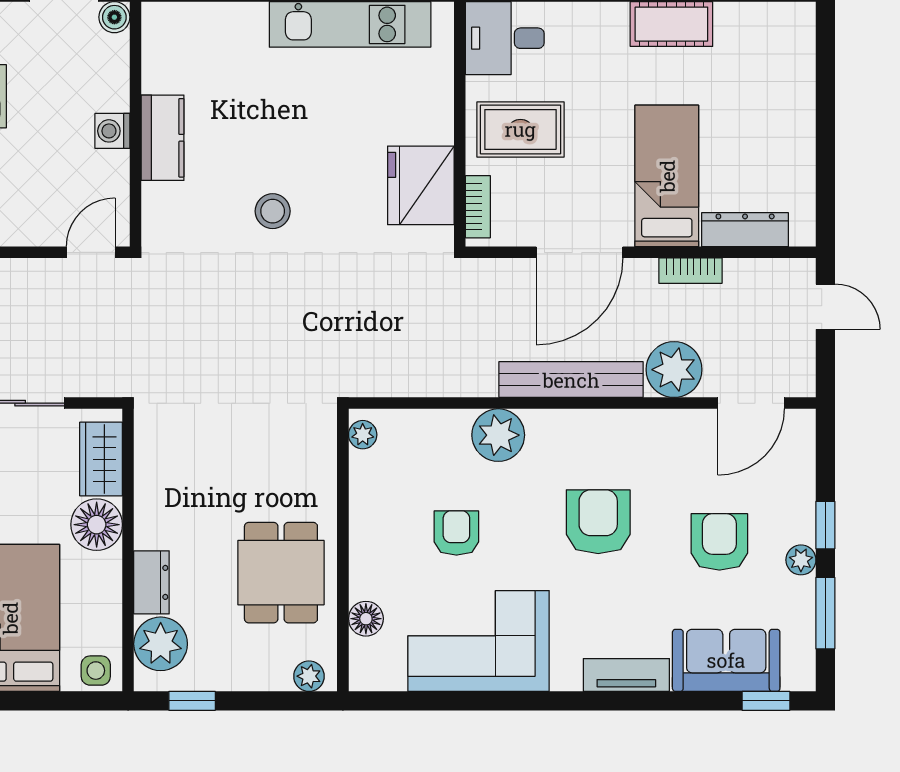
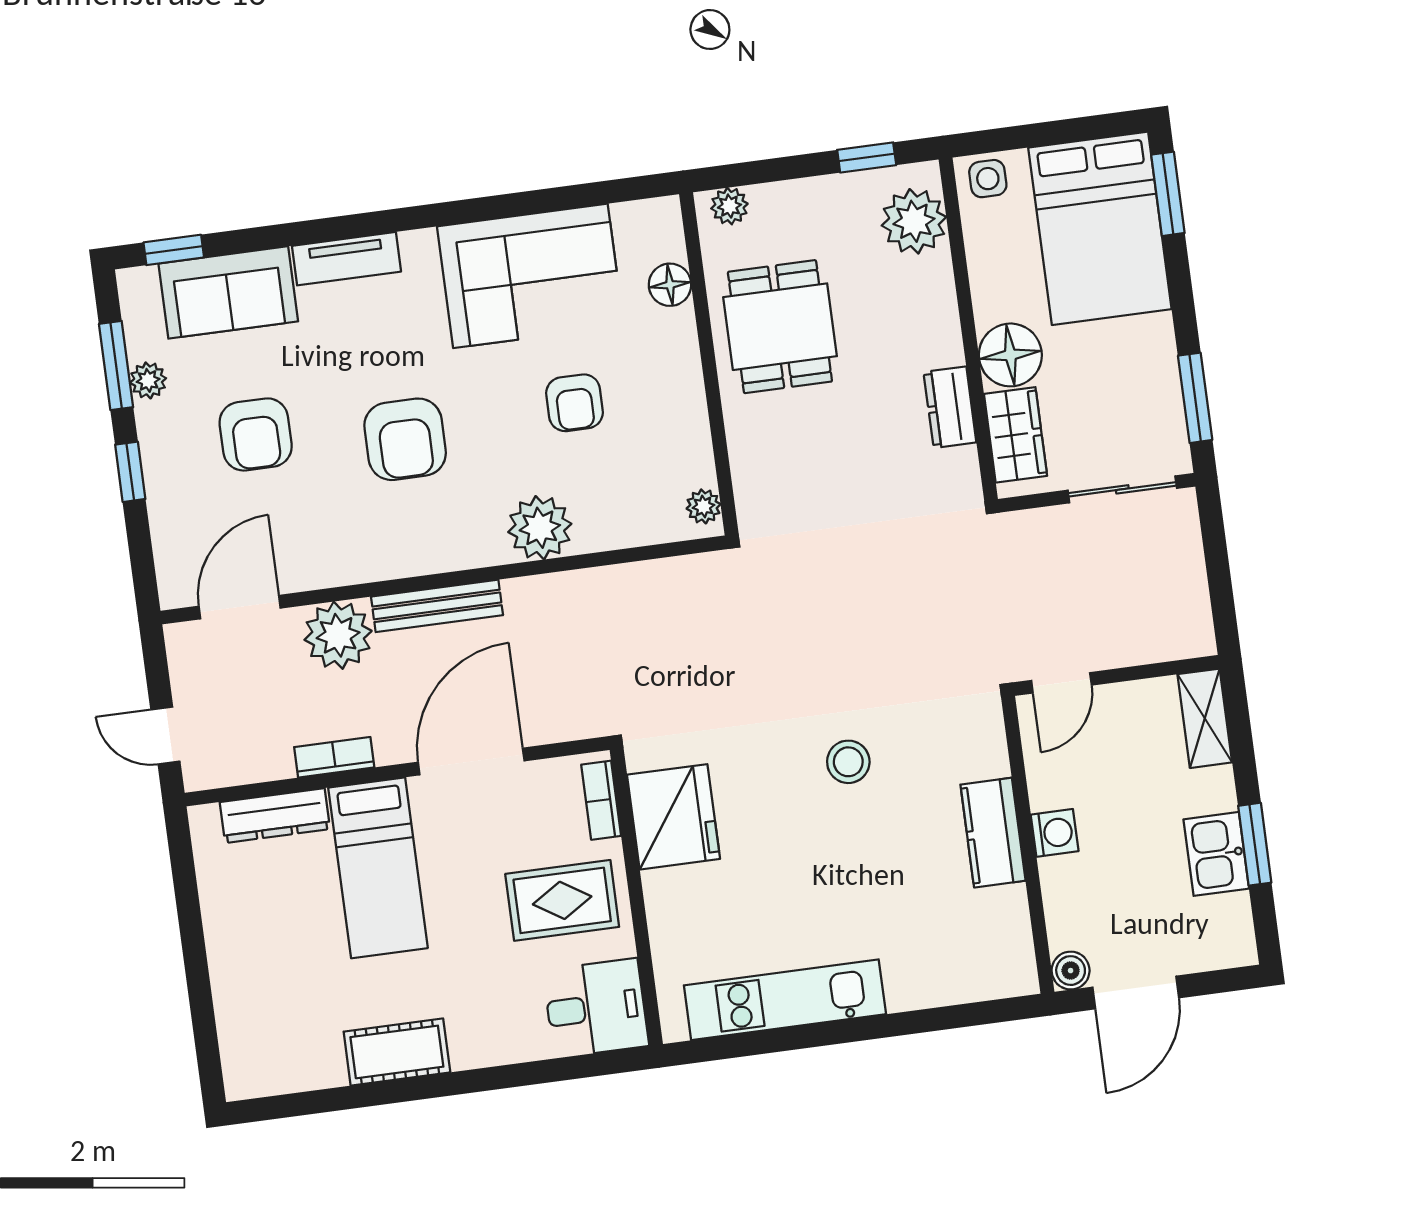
bench: (571, 380) -> (437, 606), width x0.73, depth x0.82
plant: (801, 560) -> (148, 380), moved
dresser: (151, 582) -> (950, 407), moved

